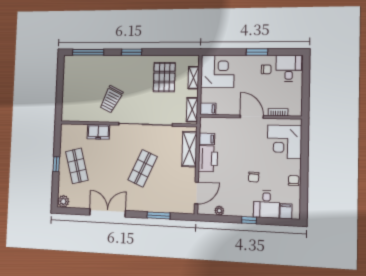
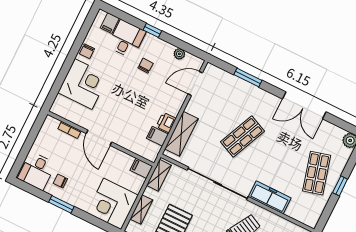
freezer: (98, 132) -> (270, 197), width x1.40
corner desk: (284, 142) -> (83, 84), moved
printer: (208, 159) -> (166, 122), width x0.53, depth x0.68
chair: (254, 177) -> (146, 66), moved

